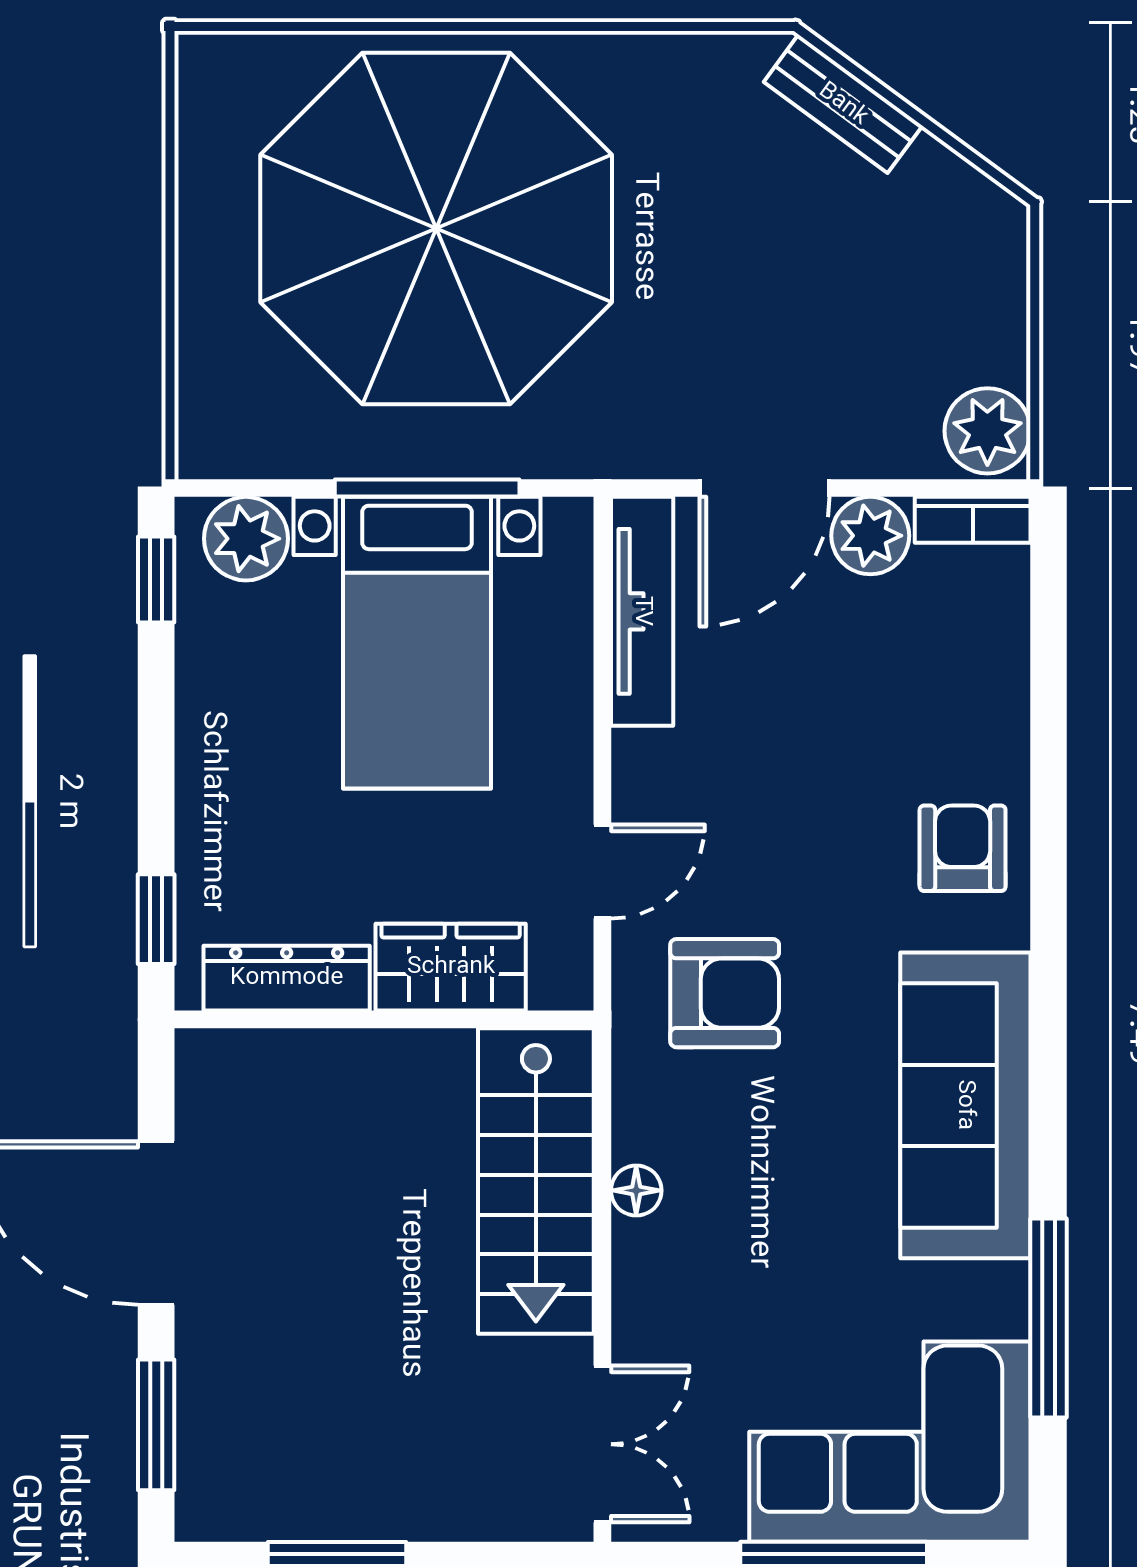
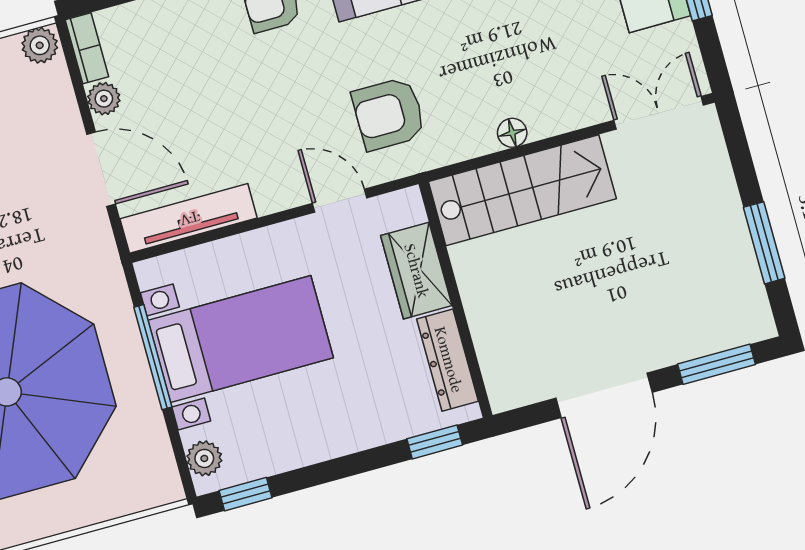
plant: (987, 431) -> (40, 45), width x0.73, depth x0.73
plant: (870, 536) -> (104, 99), width x0.73, depth x0.73
plant: (246, 539) -> (204, 458), width x0.73, depth x0.73
armchair: (725, 993) -> (389, 114), turned -90

